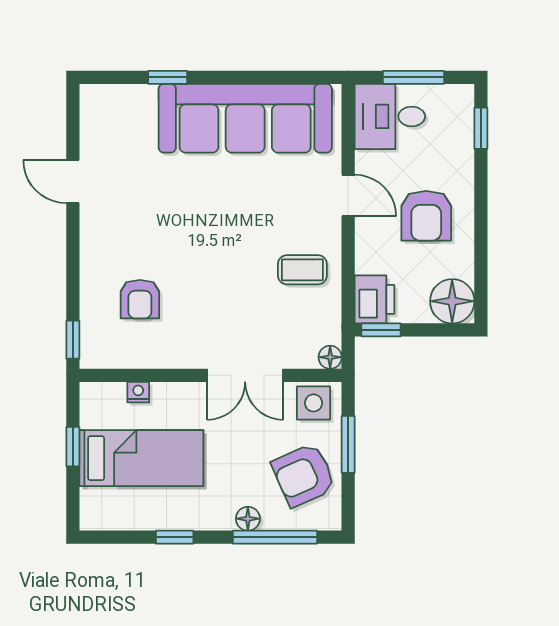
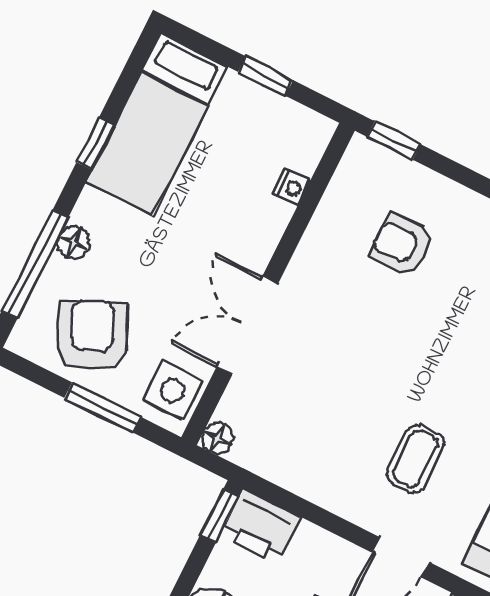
coffee table: (302, 270) -> (415, 459), moved
bed: (141, 458) -> (157, 124), moved

